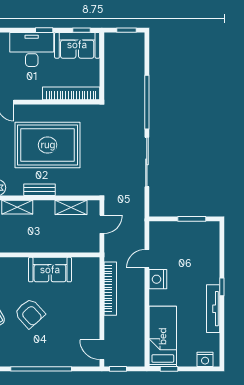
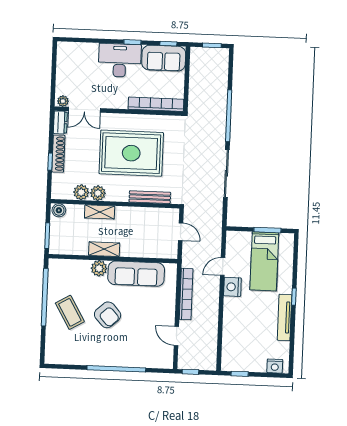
plant: (15, 188) -> (98, 193), added
bench: (39, 190) -> (150, 197), moved, width x1.36
shelving: (71, 207) -> (104, 249), moved
door: (102, 224) -> (181, 232), hinge flipped
plant: (19, 266) -> (99, 268), added
sofa: (50, 270) -> (136, 274), width x1.36
bed: (163, 336) -> (264, 261), moved, turned 180
door: (102, 350) -> (176, 336), moved

